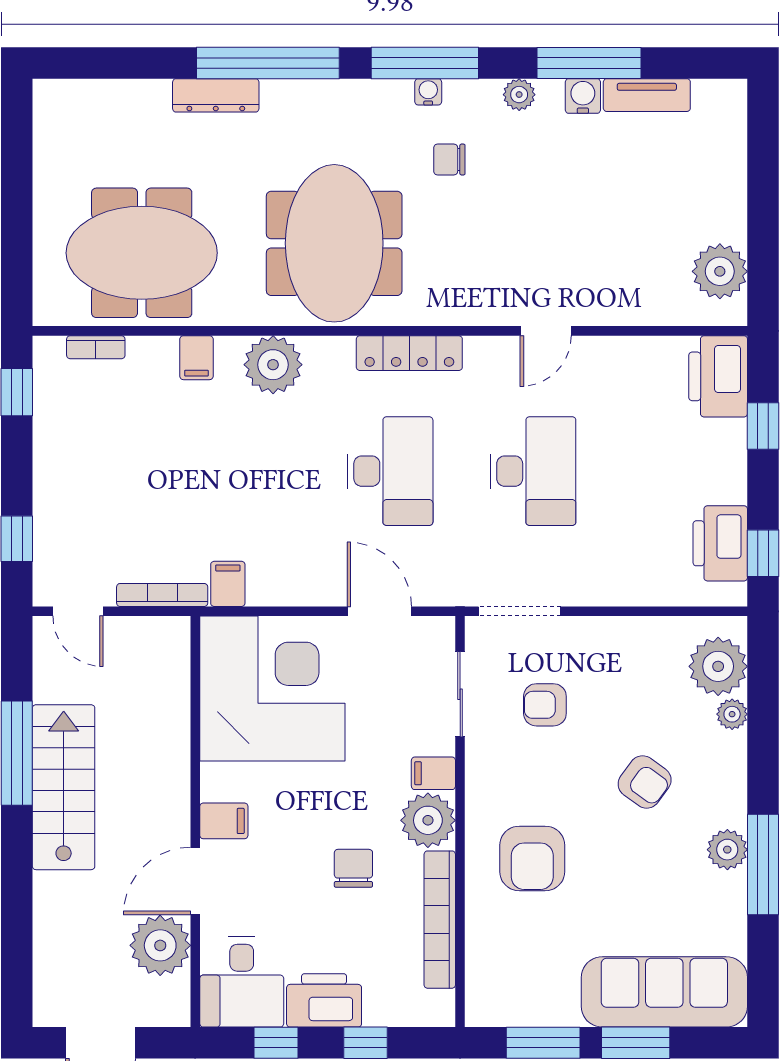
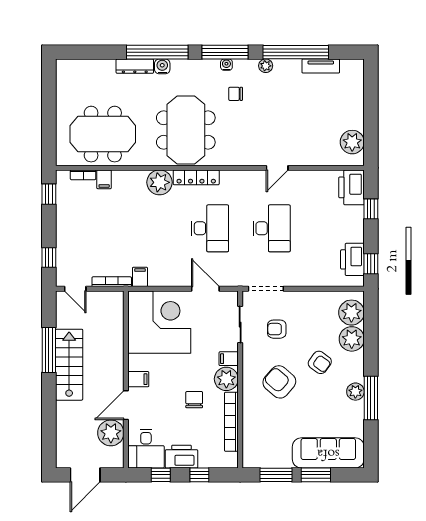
window: (589, 63) -> (296, 52), width x1.46
water cooler: (583, 96) -> (162, 66), moved
locker: (409, 353) -> (196, 177), moved
filing cabinet: (196, 358) -> (104, 179), moved
plant: (732, 714) -> (352, 339), width x1.88, depth x1.88
armchair: (532, 858) -> (279, 382), moved, turned 131

